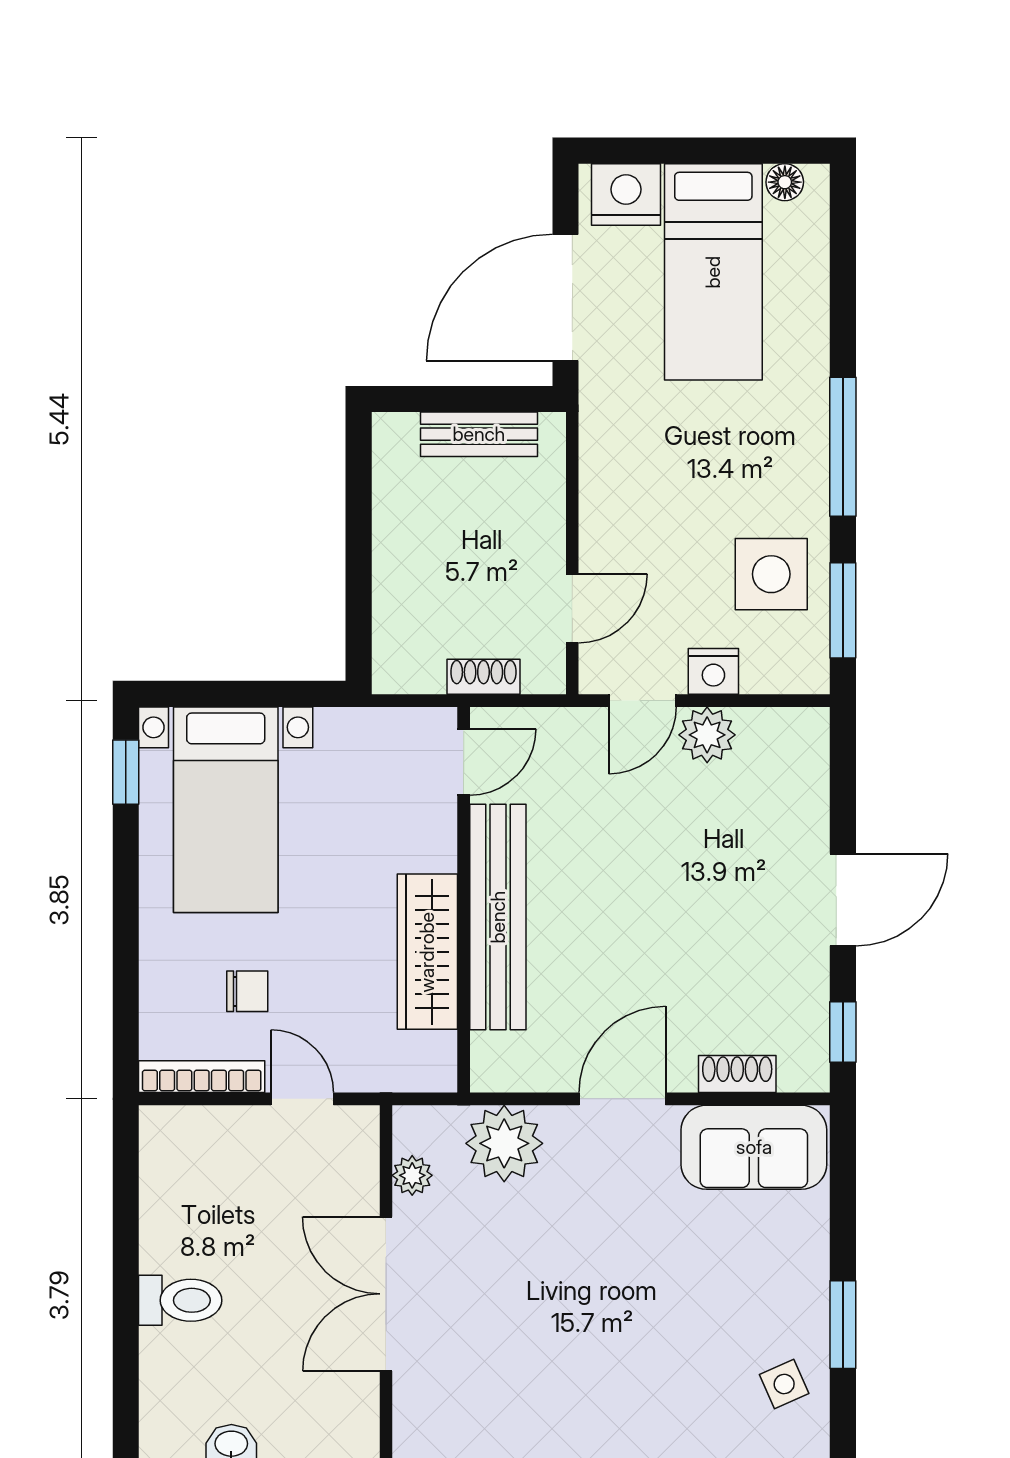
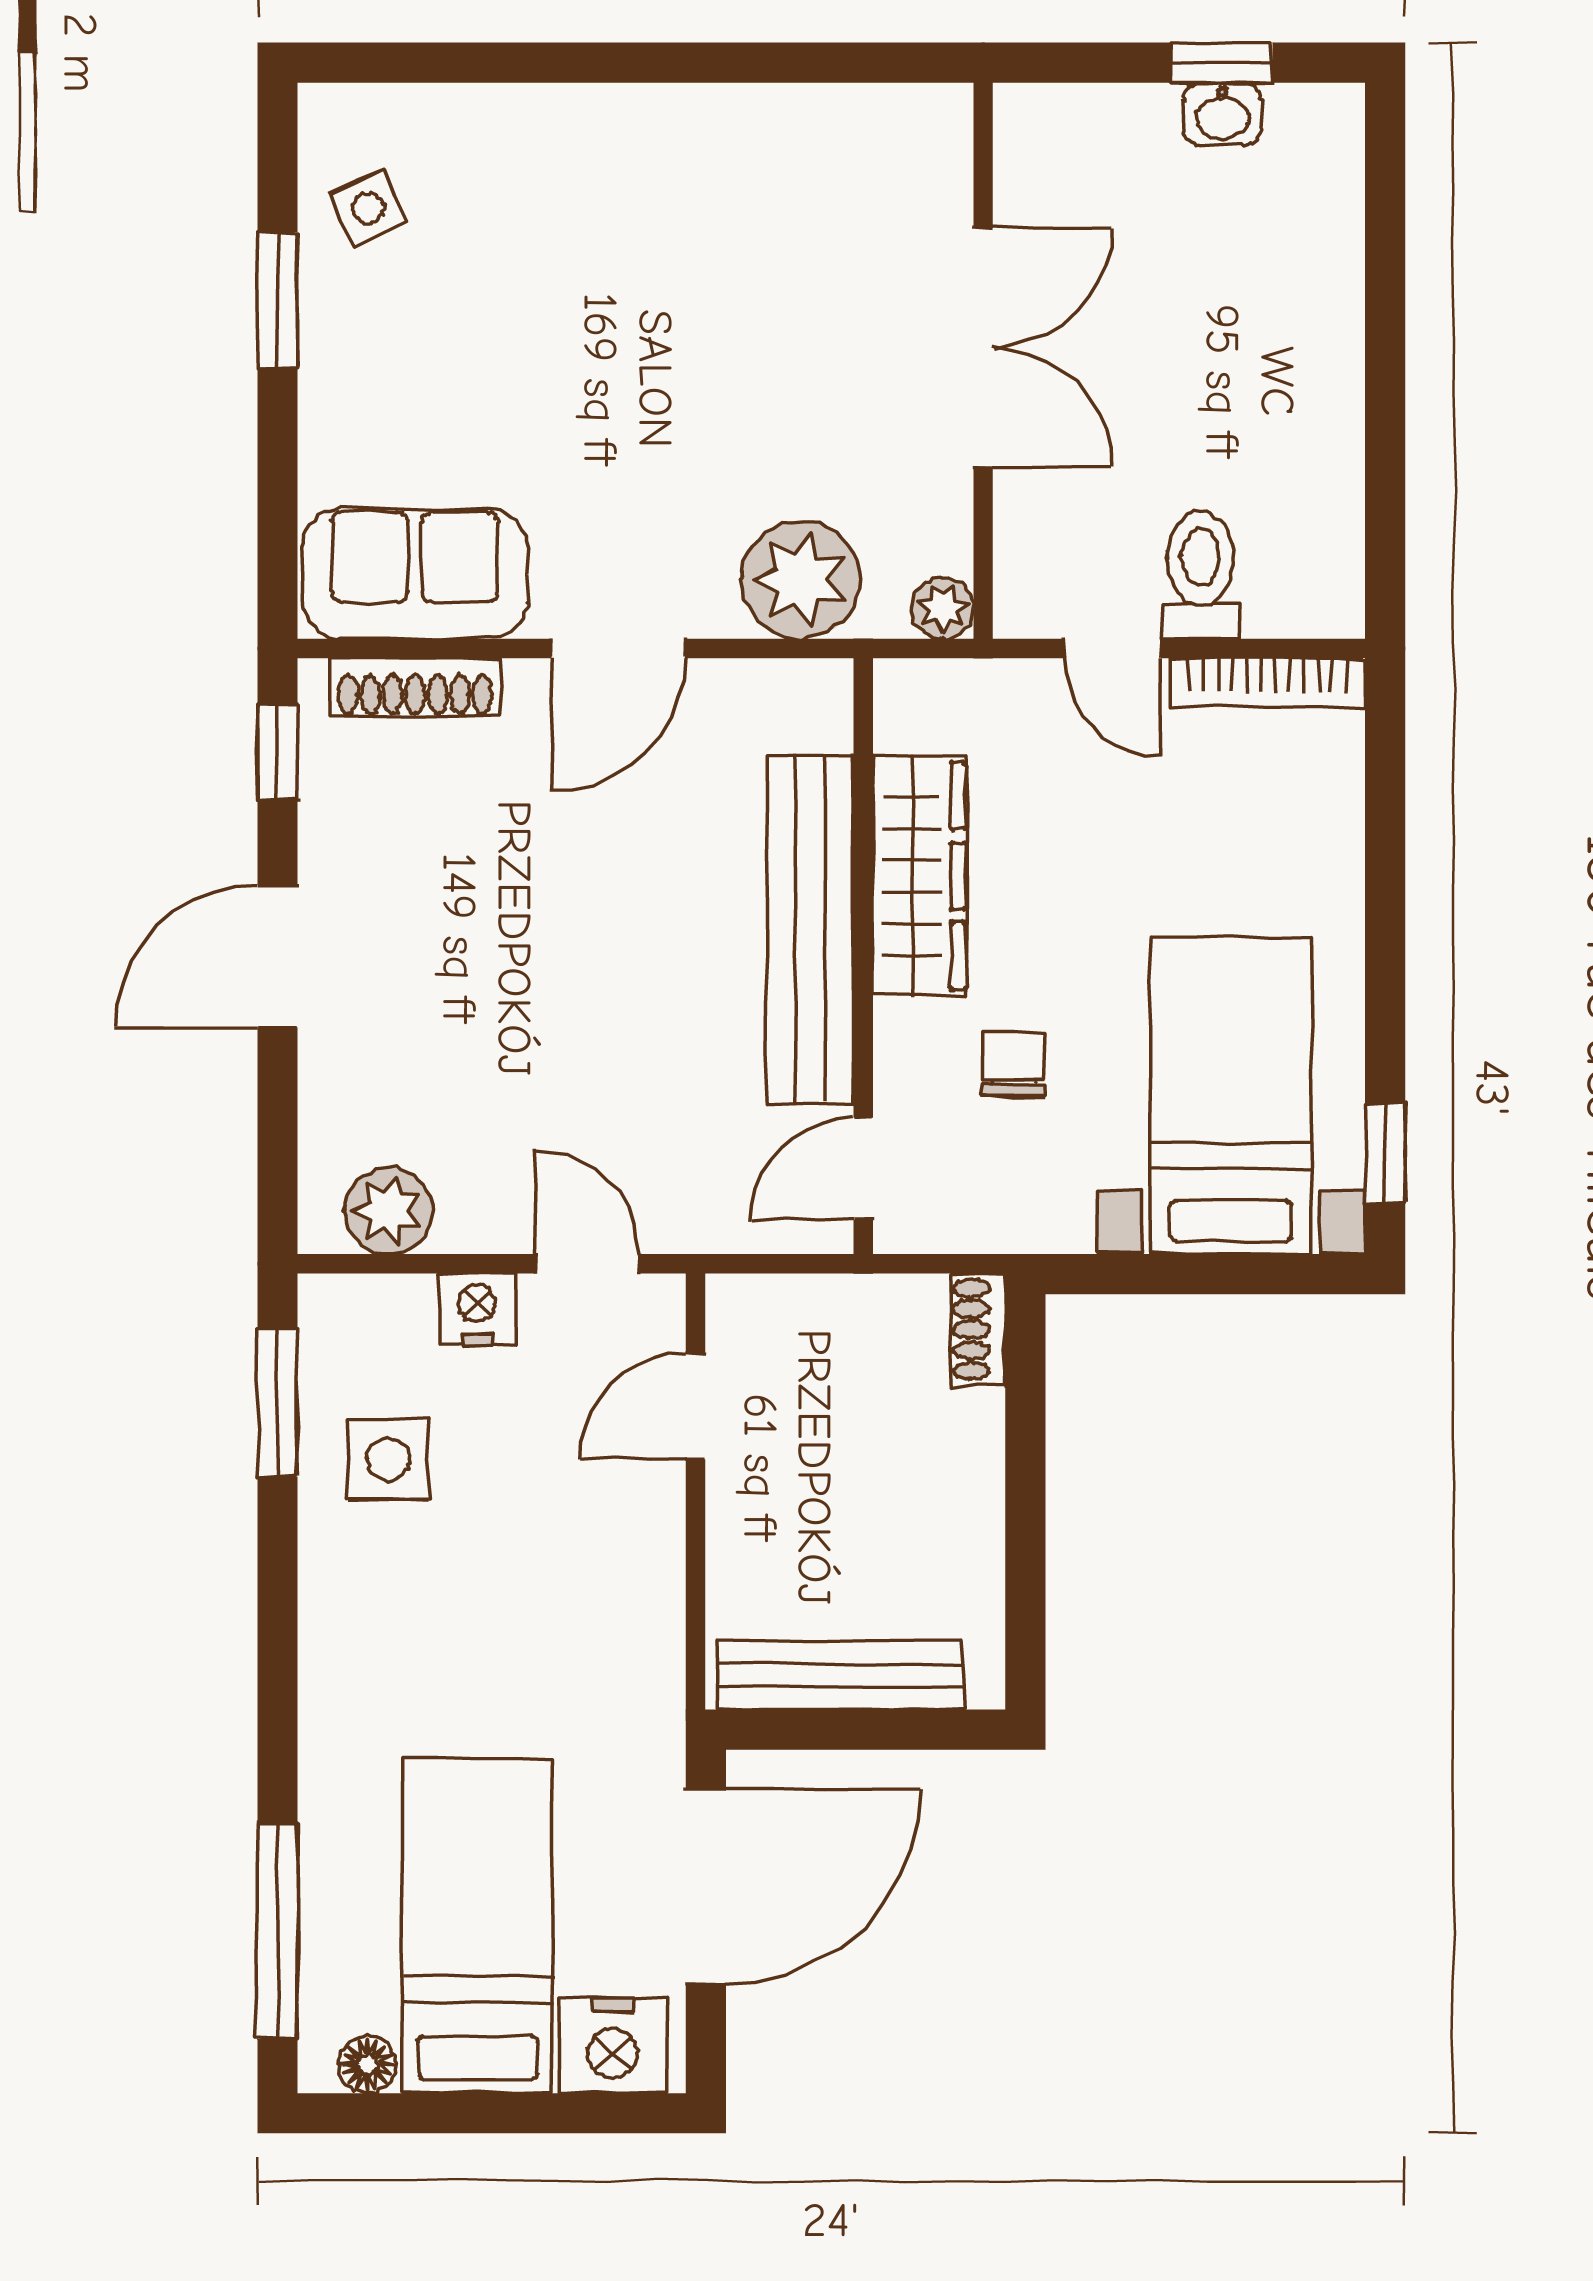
bench: (479, 434) -> (840, 1675), width x1.36
window: (843, 447) -> (277, 1931), moved
side table: (771, 574) -> (388, 1459), width x0.73, depth x0.73
shoe rack: (483, 677) -> (978, 1330), moved, turned 90
door: (642, 701) -> (587, 1264), hinge flipped
plant: (707, 735) -> (389, 1211), moved
chair: (247, 991) -> (1013, 1064), moved, turned 90
shoe rack: (737, 1074) -> (415, 687), width x1.43
plant: (412, 1175) -> (943, 608), moved
toilet: (180, 1300) -> (1201, 575), moved, turned 90

